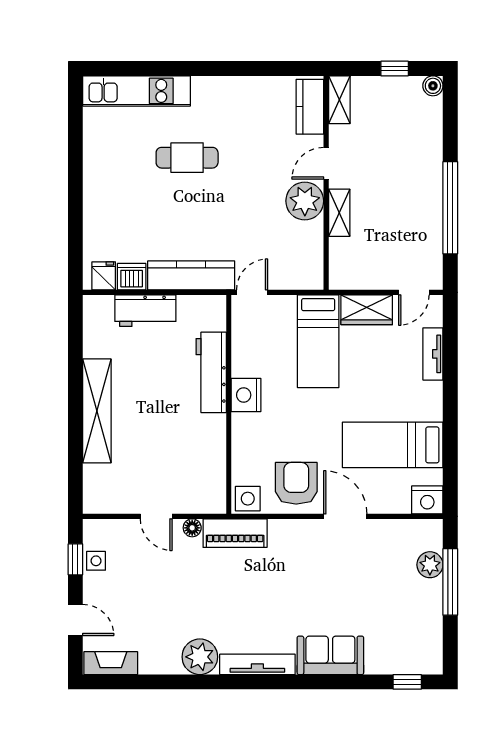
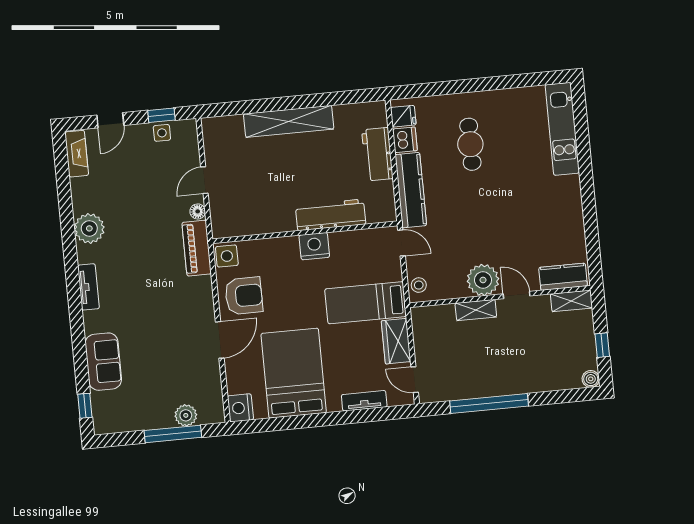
cafe table: (187, 158) -> (470, 144), moved
stool: (303, 277) -> (419, 285), added
bed: (393, 445) -> (294, 373), width x1.50
sofa: (330, 655) -> (103, 362), moved
tv unit: (257, 664) -> (88, 287), width x0.71

